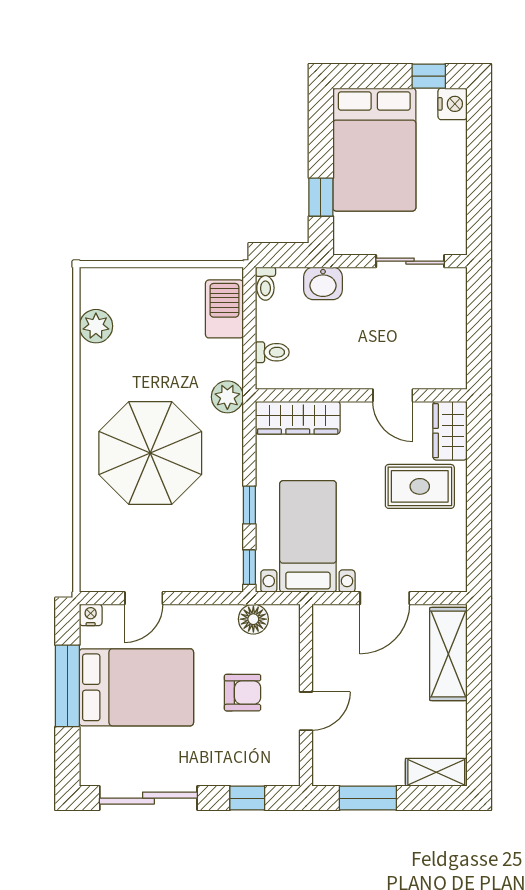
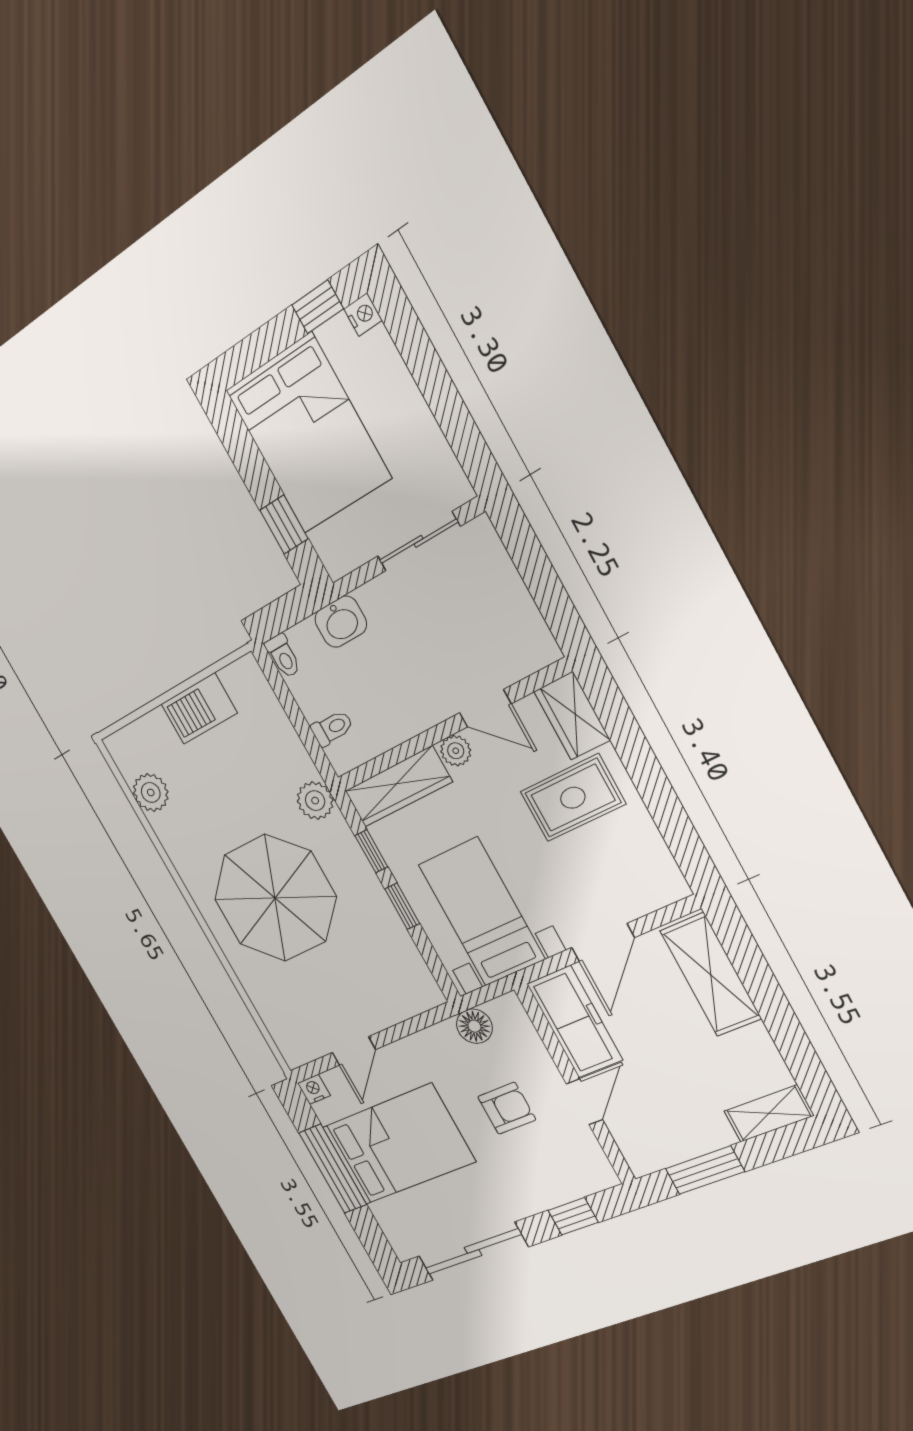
nightstand: (453, 104) -> (363, 315), width x0.72, depth x0.74
barbecue: (224, 309) -> (199, 708), moved, turned -90
plant: (355, 414) -> (456, 751), added
window: (249, 567) -> (371, 851), moved
freezer: (332, 648) -> (575, 1022), added

